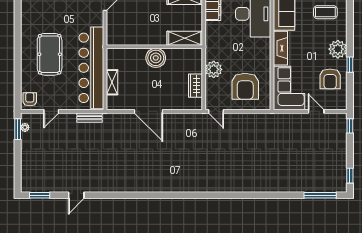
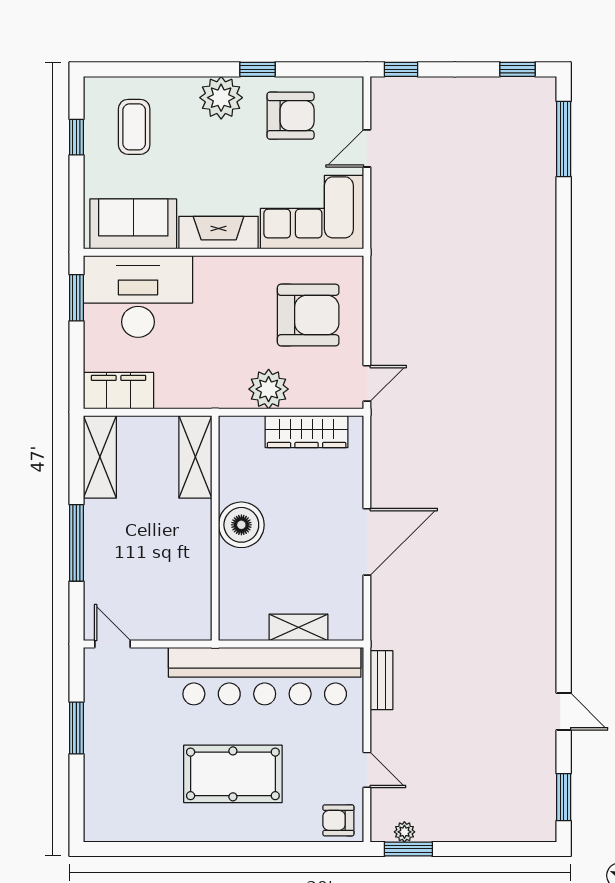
wardrobe: (195, 86) -> (307, 432), width x1.50

